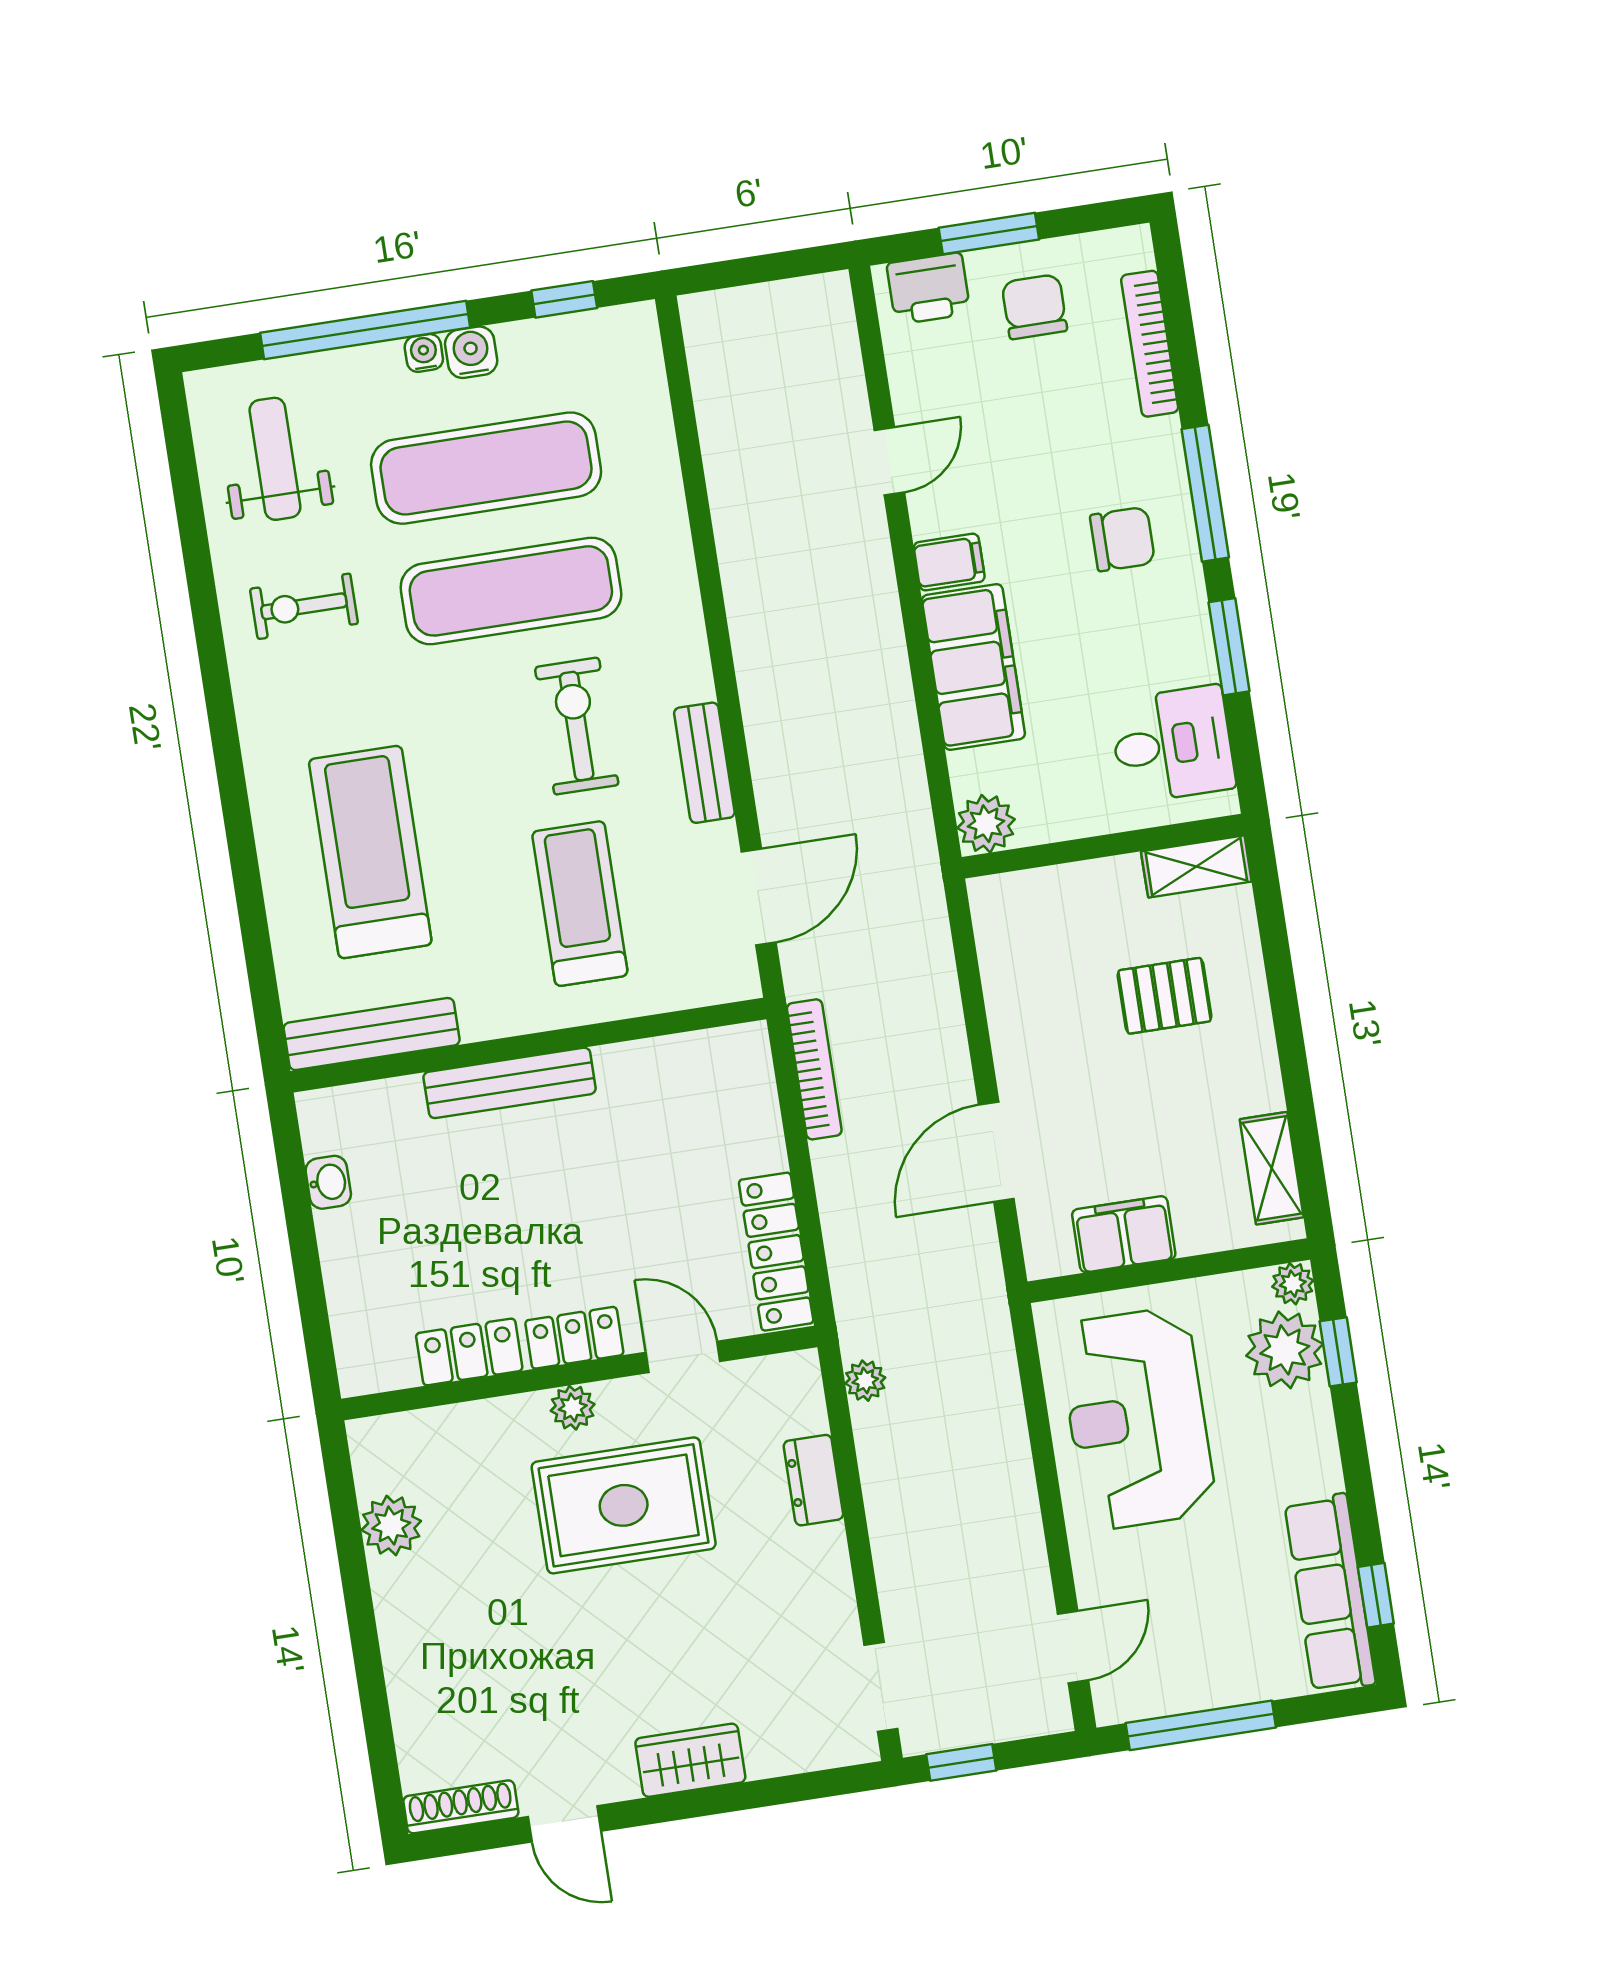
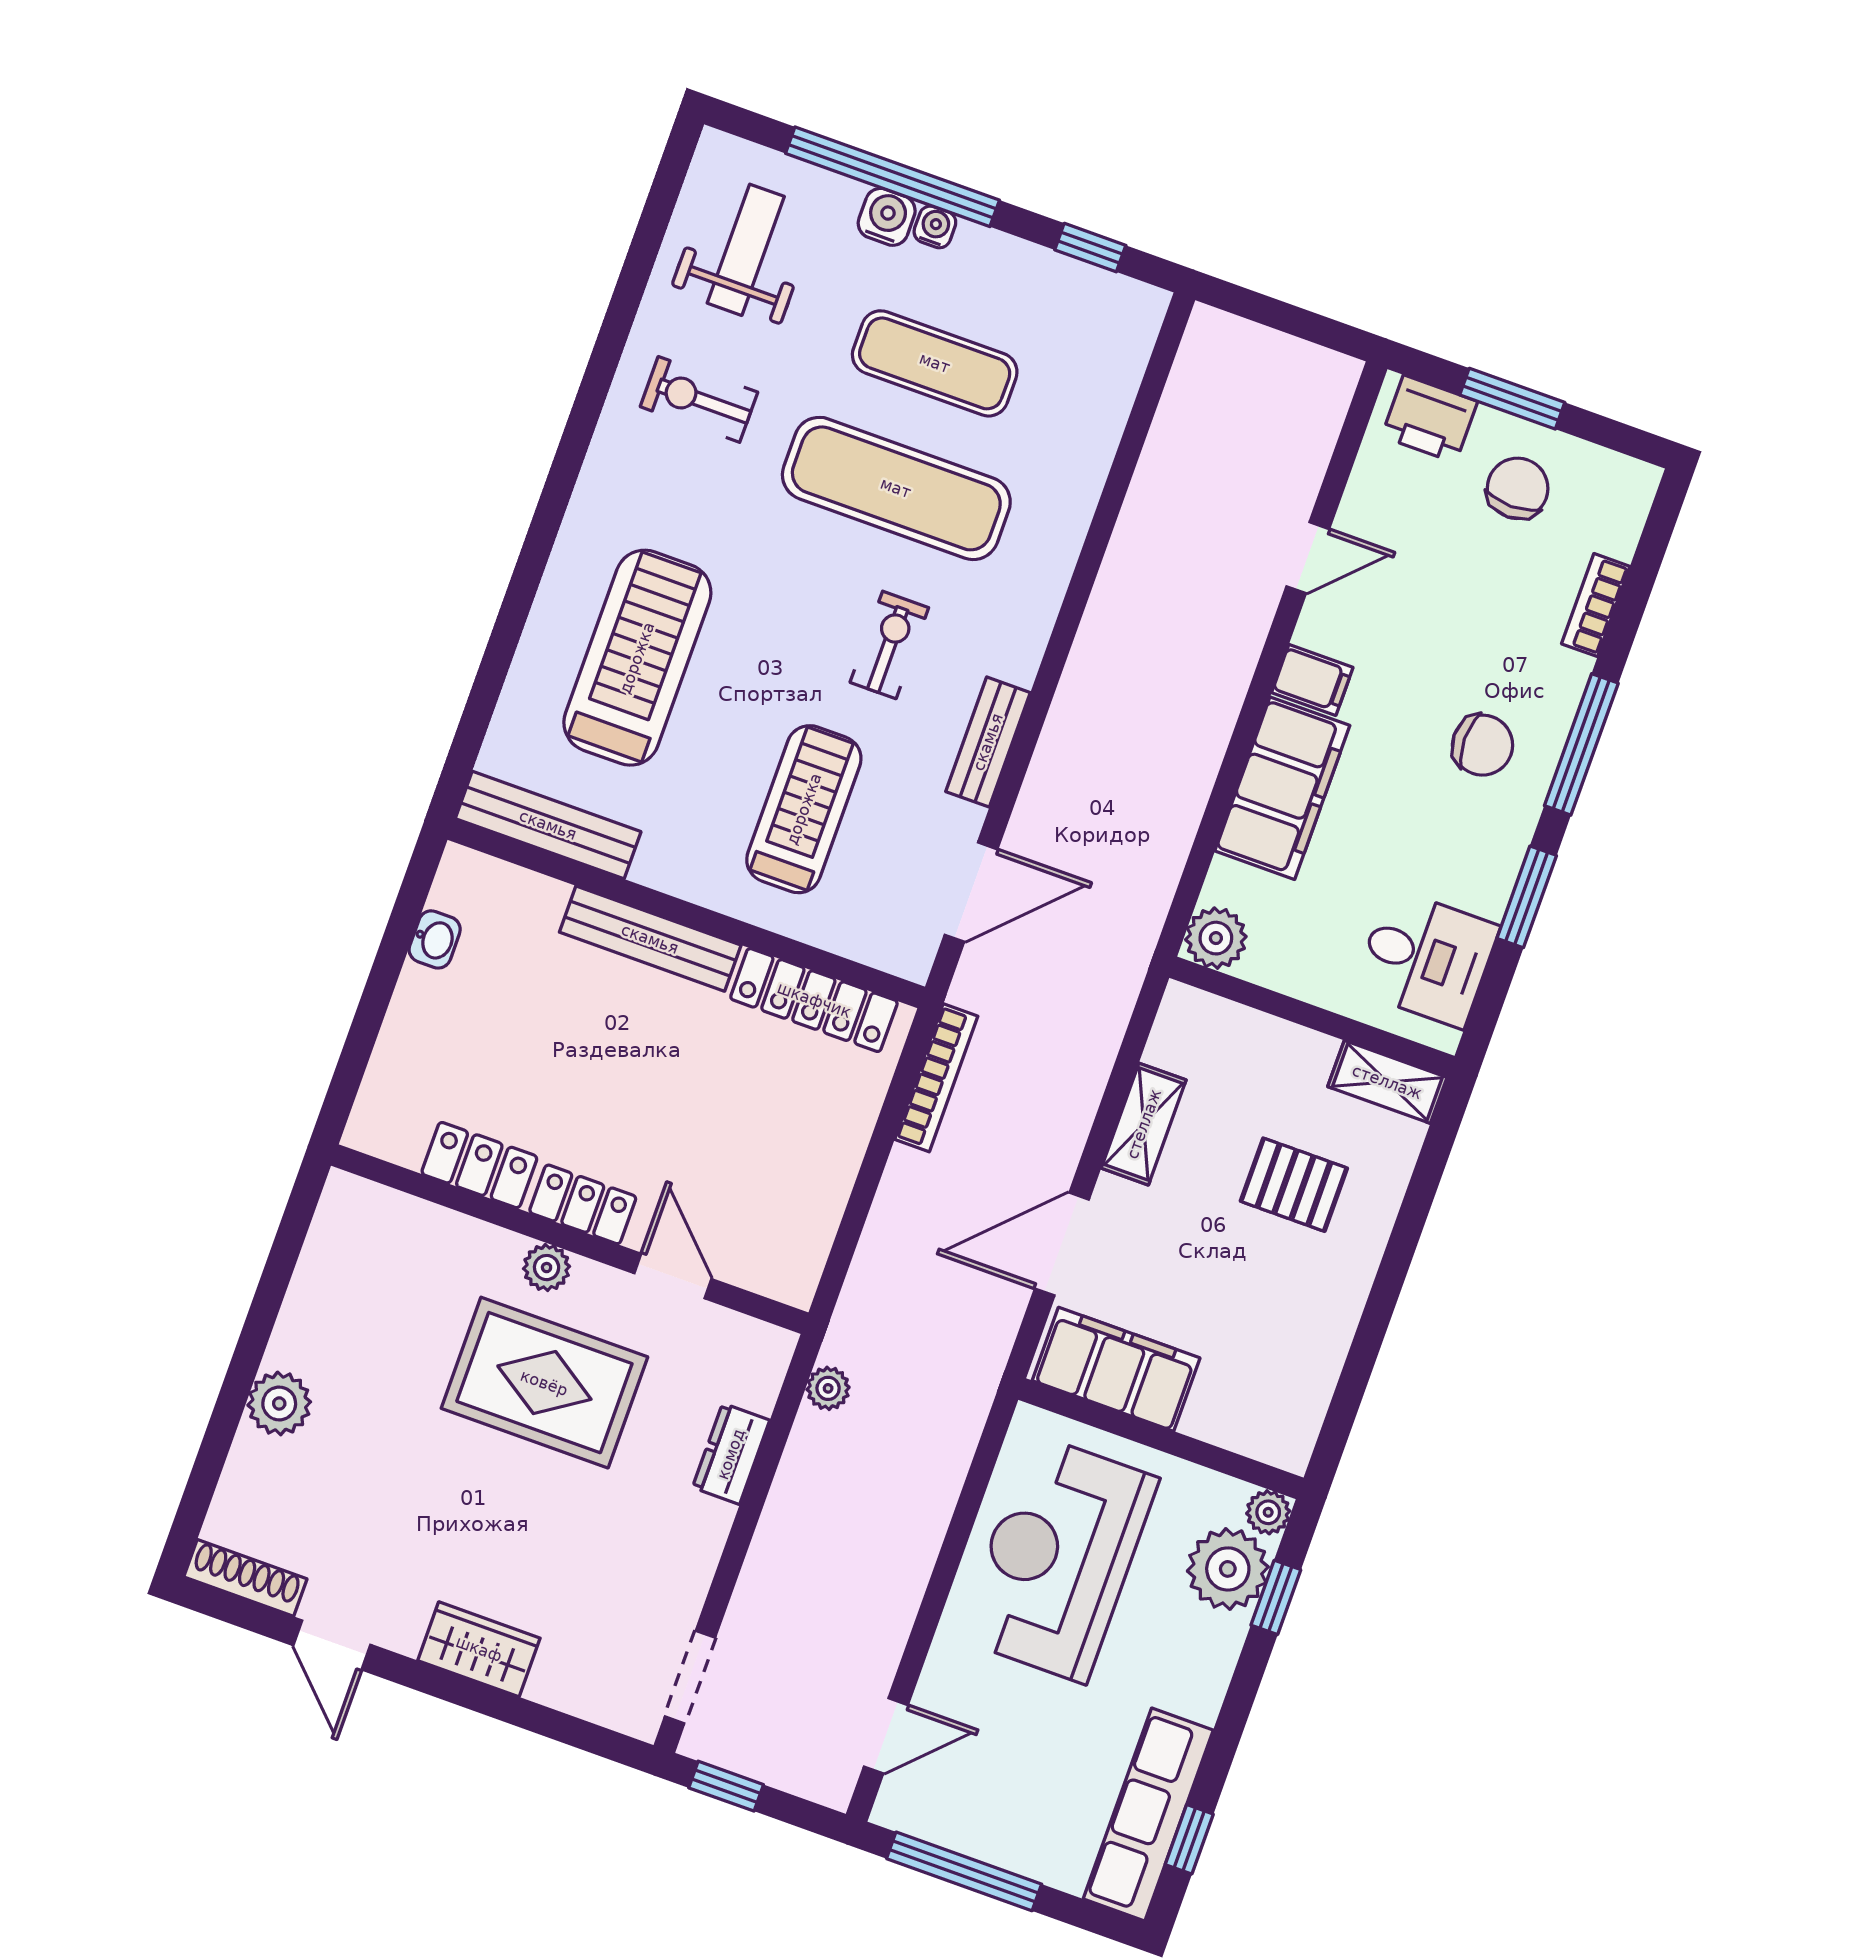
bookcase: (1150, 344) -> (1596, 605), width x0.64
water cooler: (471, 352) -> (887, 217), moved
exercise mat: (486, 468) -> (935, 363), width x0.73, depth x0.69
exercise bike: (577, 726) -> (889, 645), width x0.73, depth x0.72
shelving: (1272, 1168) -> (1144, 1124), moved
filing cabinet: (1124, 1234) -> (1116, 1369), width x1.50, depth x1.17
locker: (776, 1252) -> (814, 1000), moved, turned -90
plant: (391, 1526) -> (279, 1403), moved

